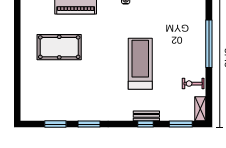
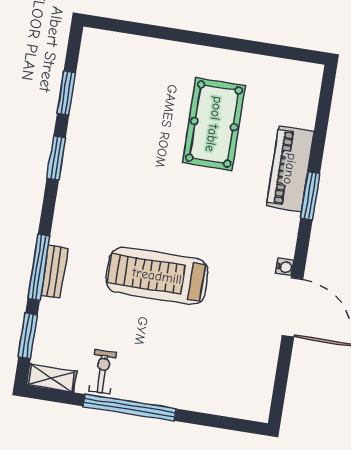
window: (209, 44) -> (130, 408), moved
treadmill: (140, 64) -> (157, 276), turned 180
window: (145, 124) -> (39, 267), width x2.17

